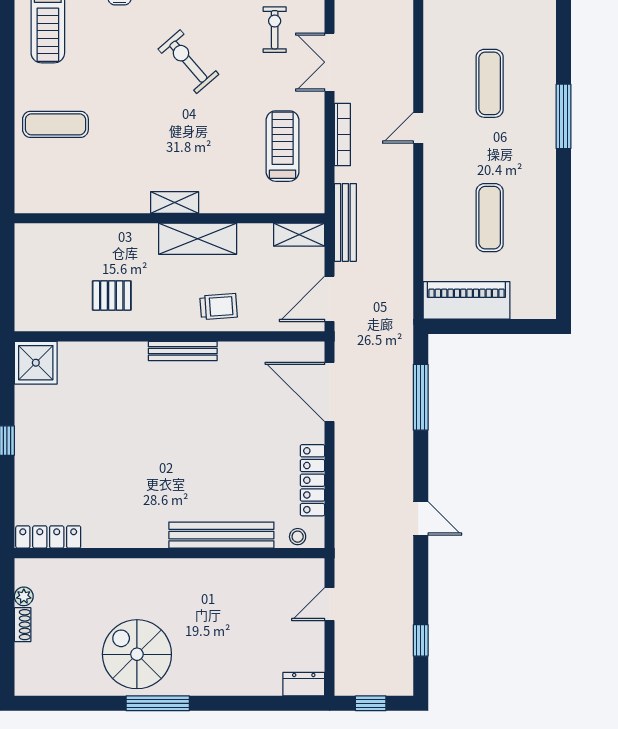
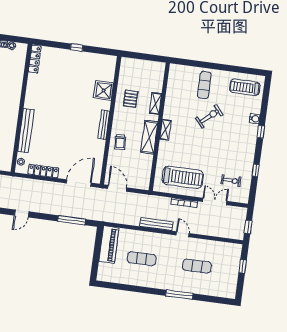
exercise bike: (188, 62) -> (209, 116), moved
treadmill: (283, 146) -> (183, 177), width x1.37, depth x1.38
bench: (345, 222) -> (156, 224), moved
shelving: (299, 235) -> (156, 103), moved
shower: (36, 363) -> (104, 91), moved

